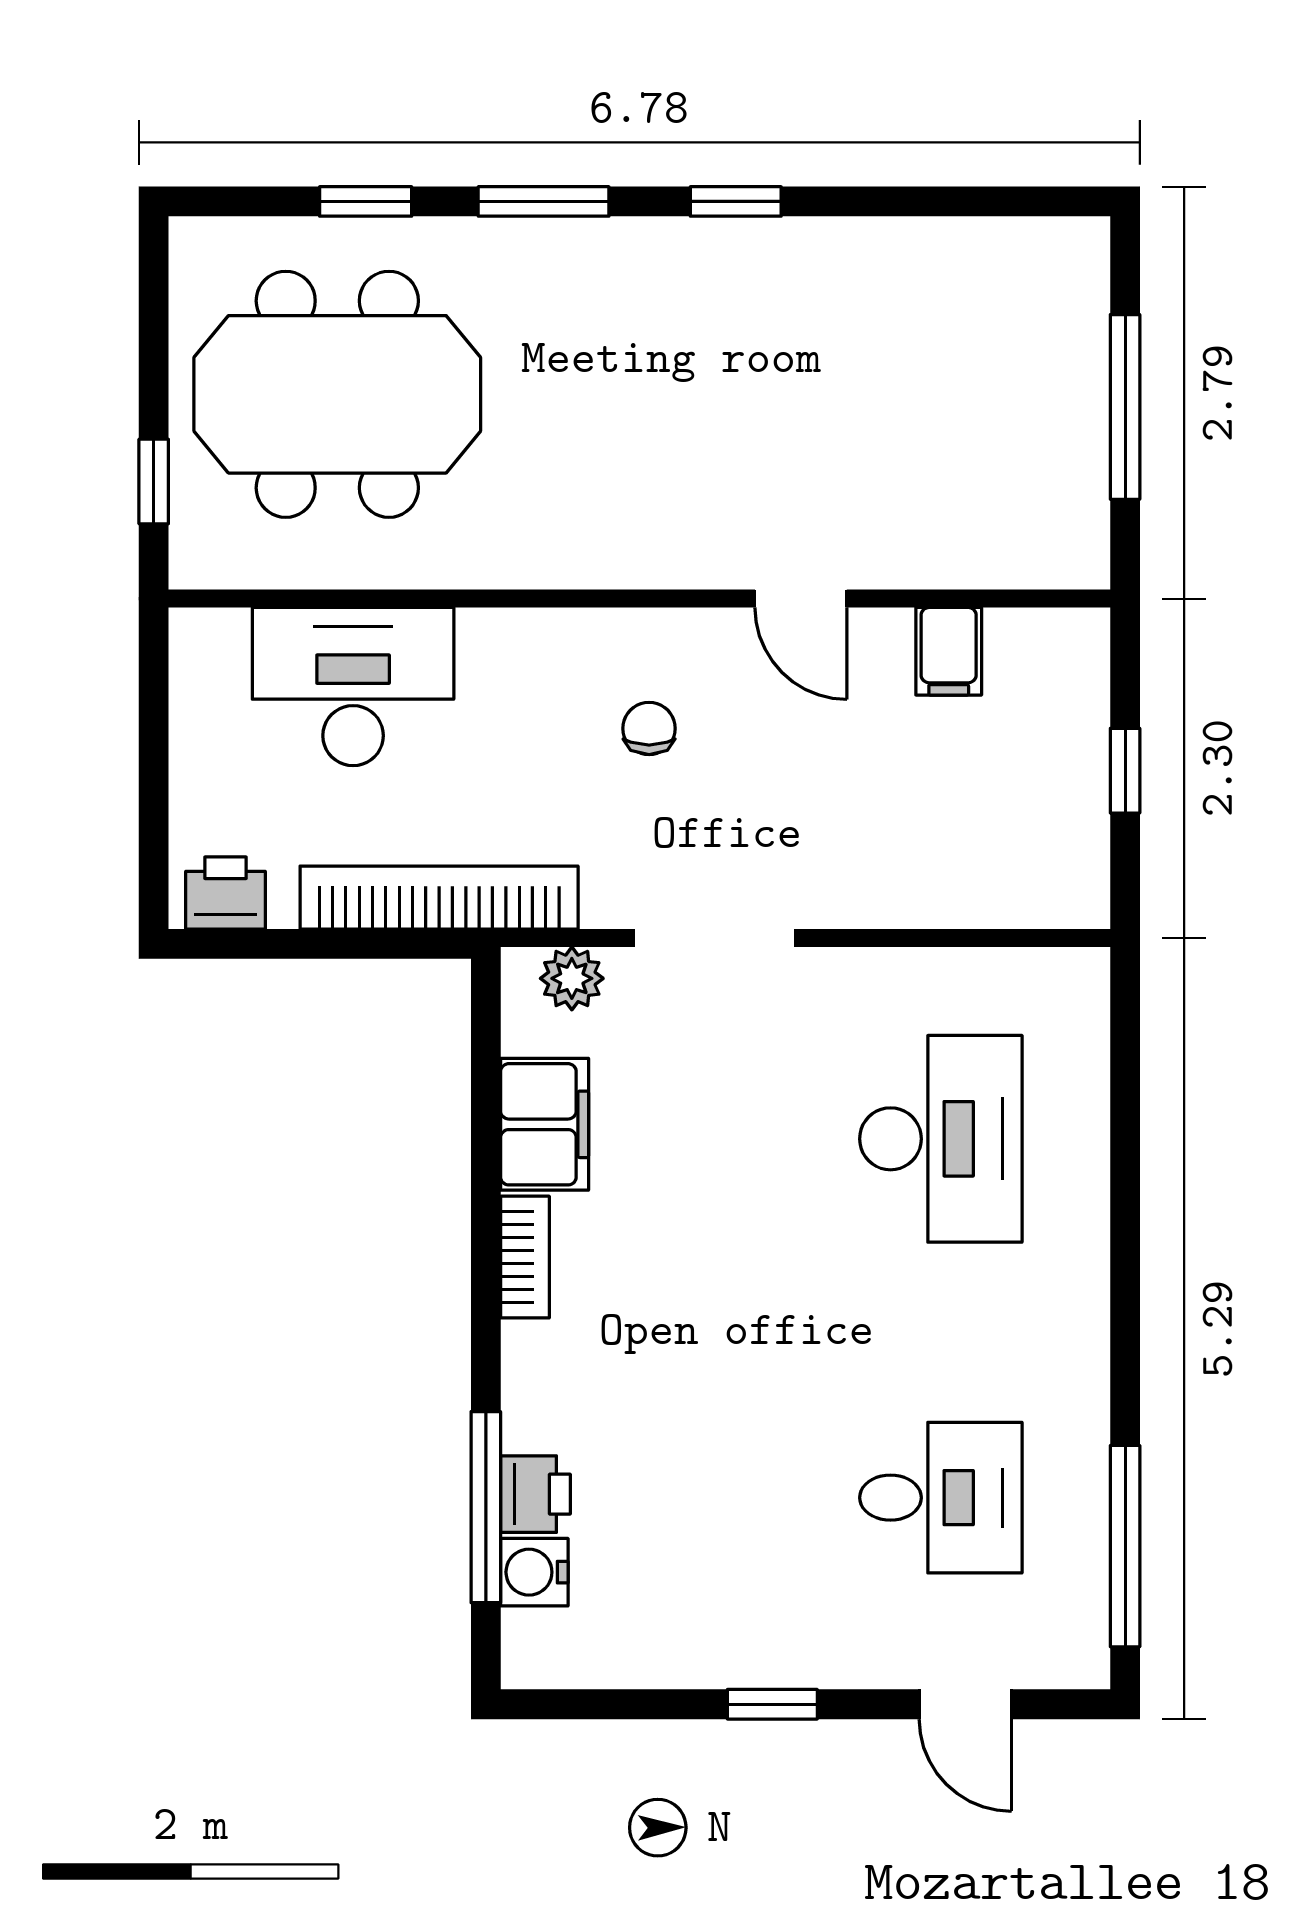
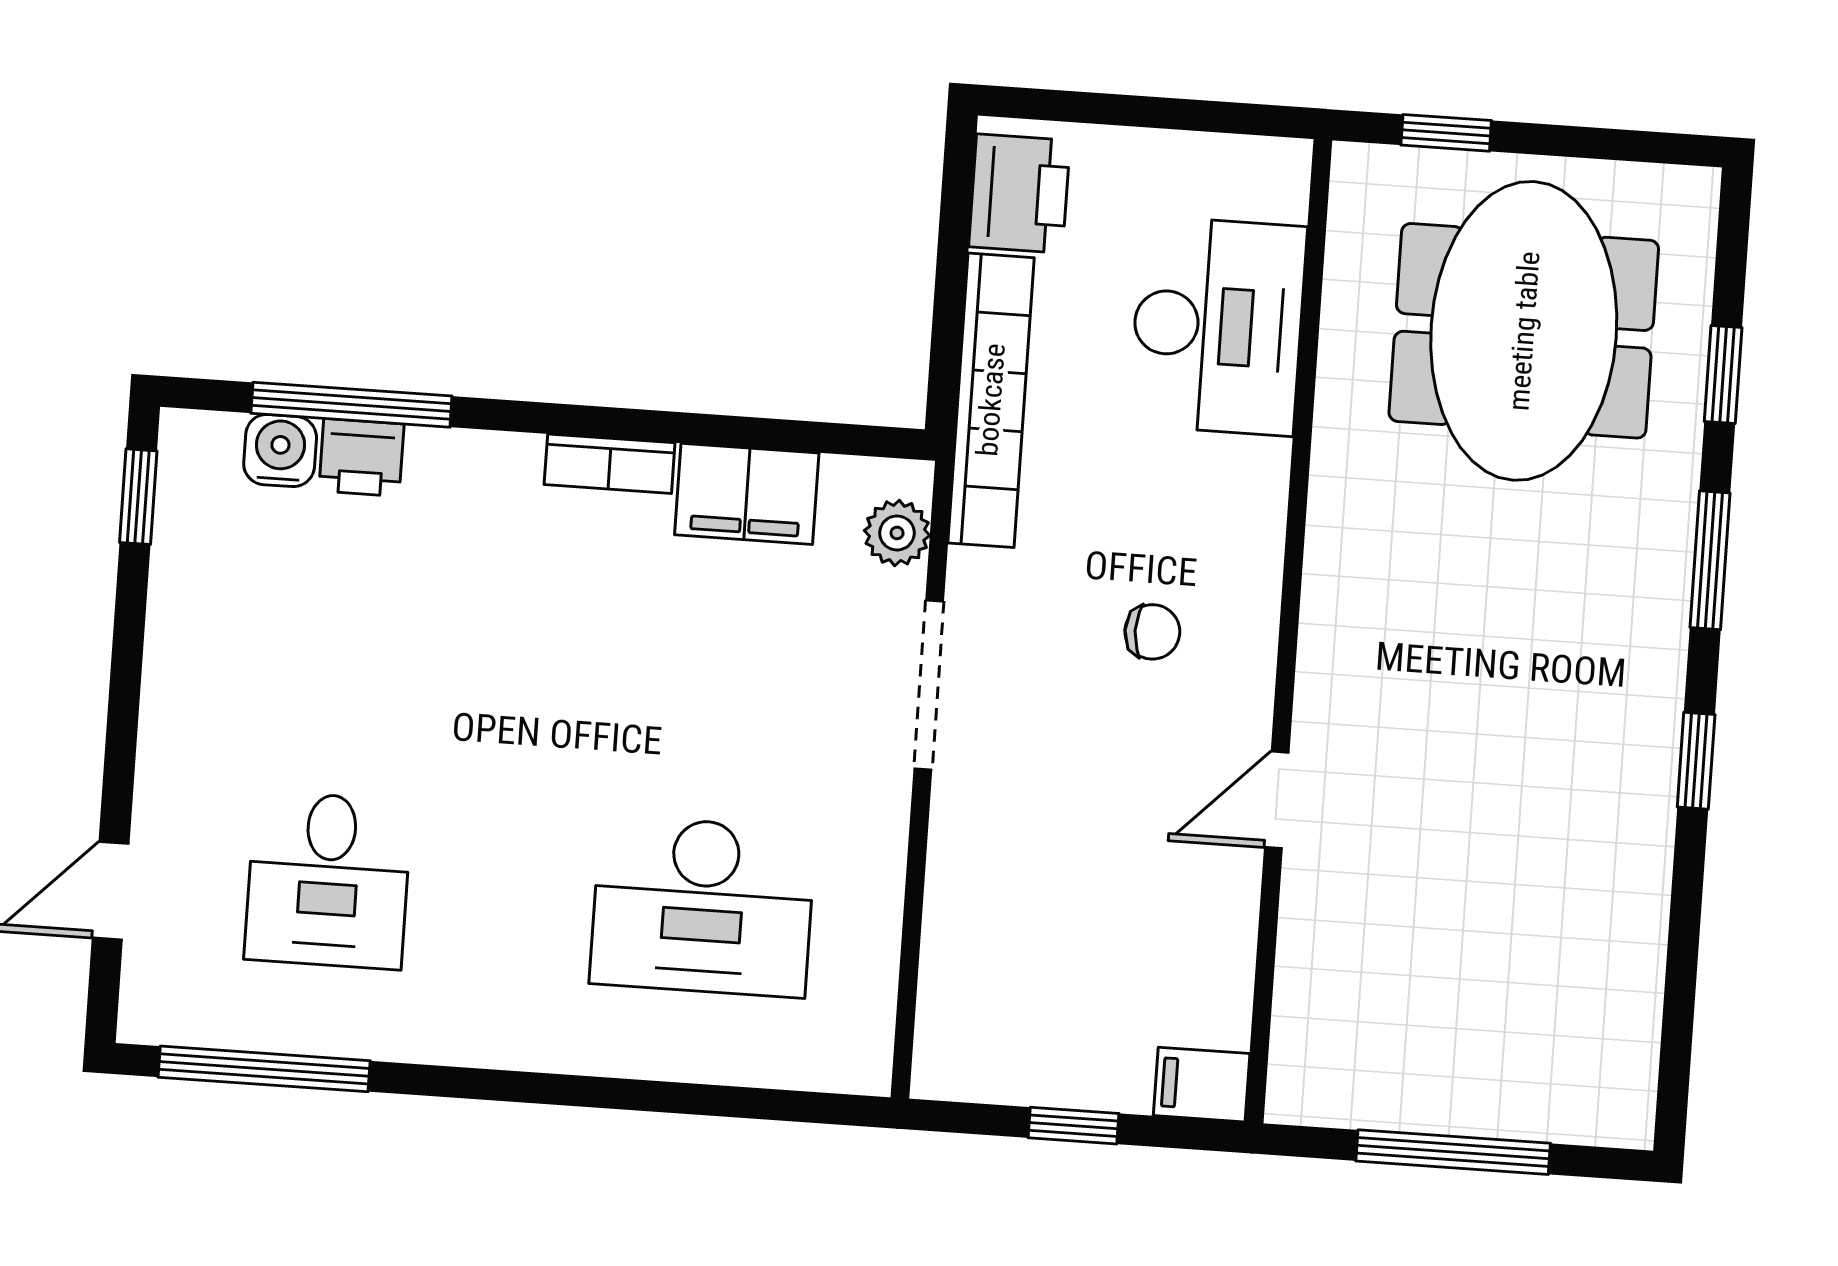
filing cabinet: (949, 651) -> (1202, 1085), moved
printer: (225, 893) -> (1019, 193), width x1.36, depth x1.24
window: (772, 1704) -> (138, 497), moved

